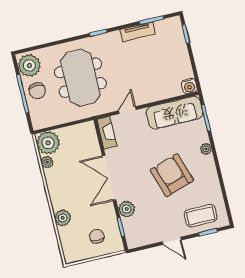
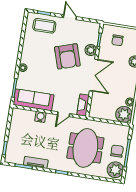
water cooler: (189, 86) -> (40, 117), moved
armchair: (172, 175) -> (67, 56), moved

